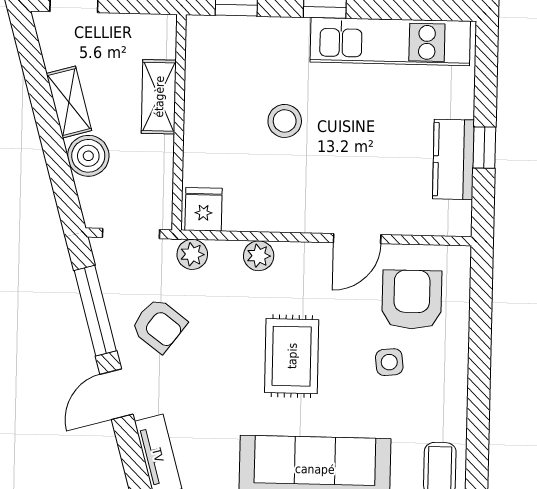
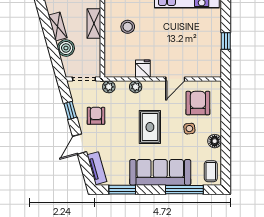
stool: (285, 121) -> (128, 27), moved
kitchen counter: (453, 159) -> (213, 46), removed
fridge: (203, 209) -> (143, 69), moved
window: (95, 311) -> (70, 110), width x0.46
armchair: (159, 325) -> (96, 116), turned -127
floor lamp: (451, 395) -> (215, 141), added

